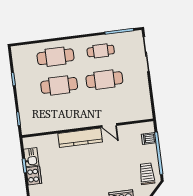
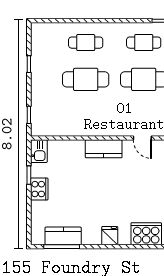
cafe table: (55, 57) -> (86, 43), width x0.73, depth x0.74
kitchen counter: (80, 138) -> (104, 149), width x0.67
kitchen sink: (31, 157) -> (39, 151), moved

